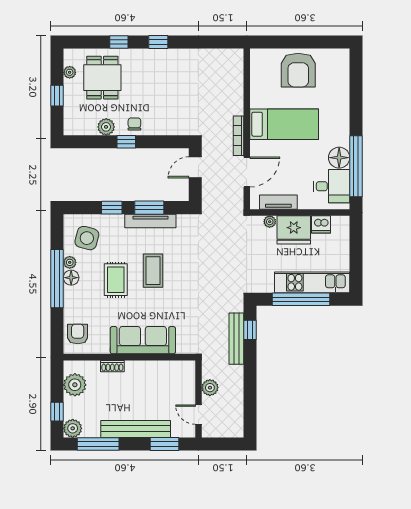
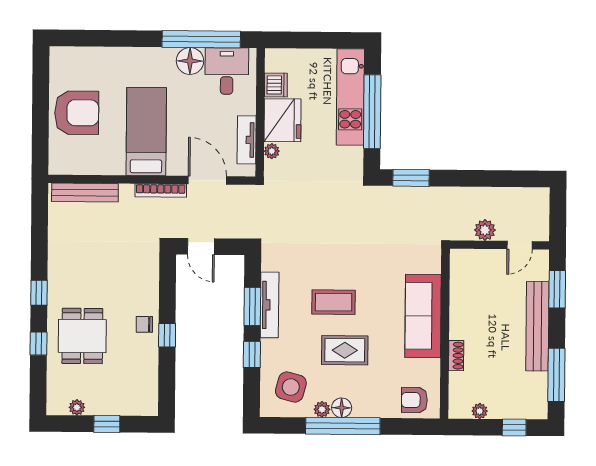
dining table: (102, 78) -> (82, 336), moved, turned 90
plant: (106, 127) -> (148, 361), removed
window: (250, 330) -> (411, 178), width x1.50
bench: (236, 339) -> (85, 193), moved
plant: (75, 385) -> (480, 411), width x0.53, depth x0.53
plant: (73, 428) -> (536, 407), removed

